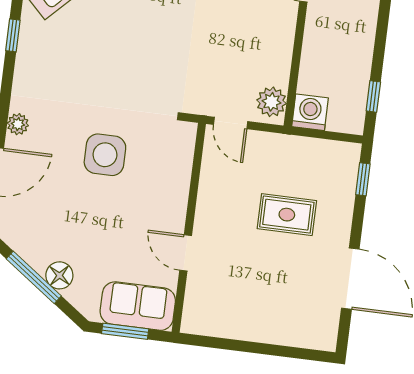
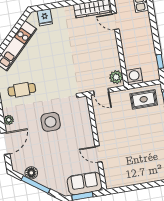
cafe table: (65, 69) -> (22, 90), added
rug: (287, 215) -> (144, 99), moved
floor lamp: (59, 275) -> (31, 173), moved

